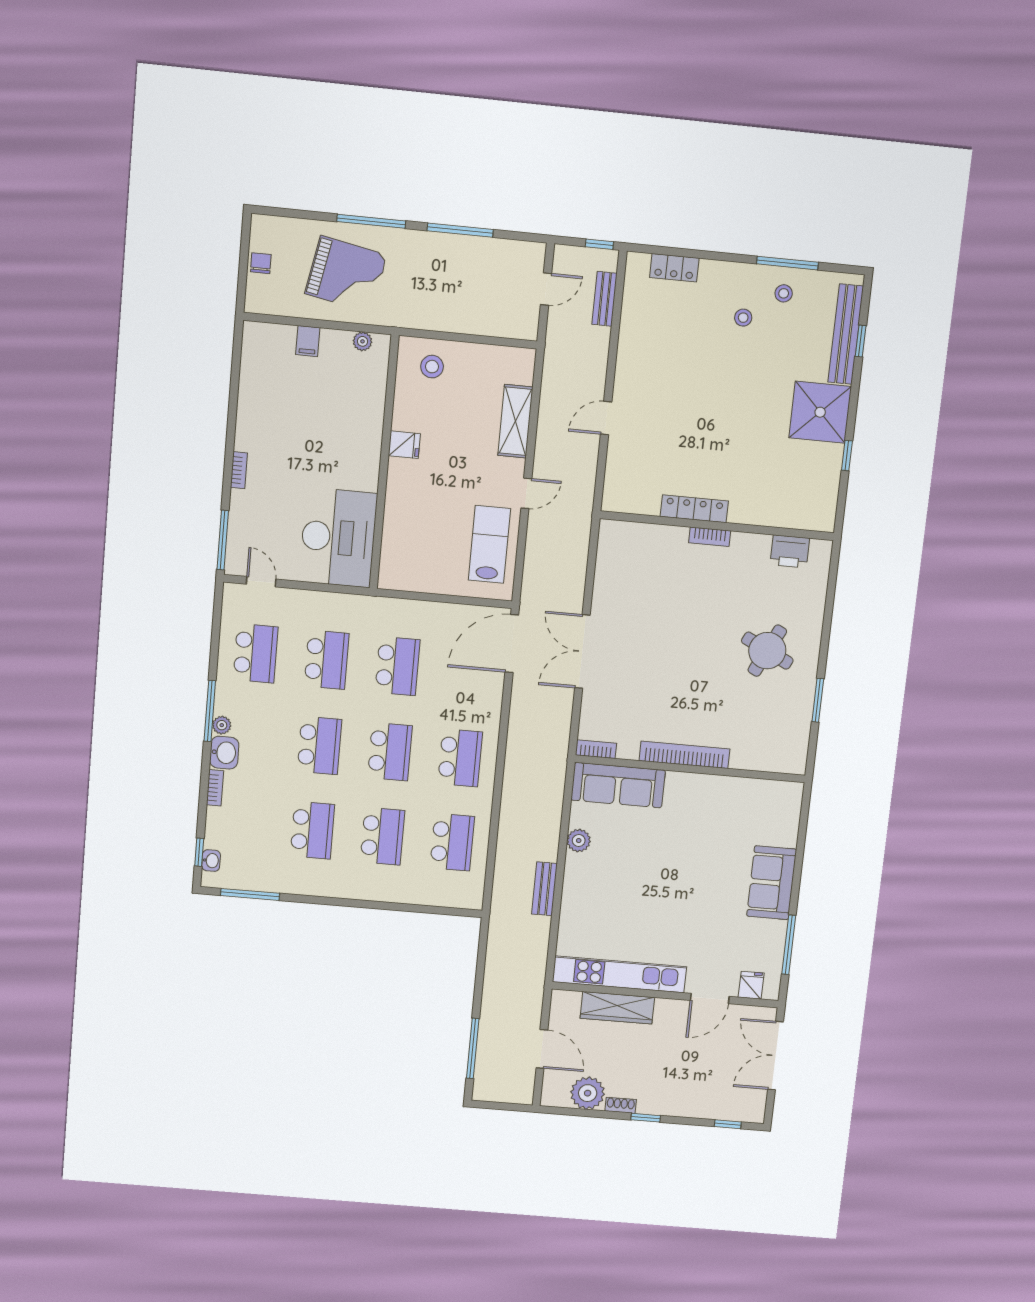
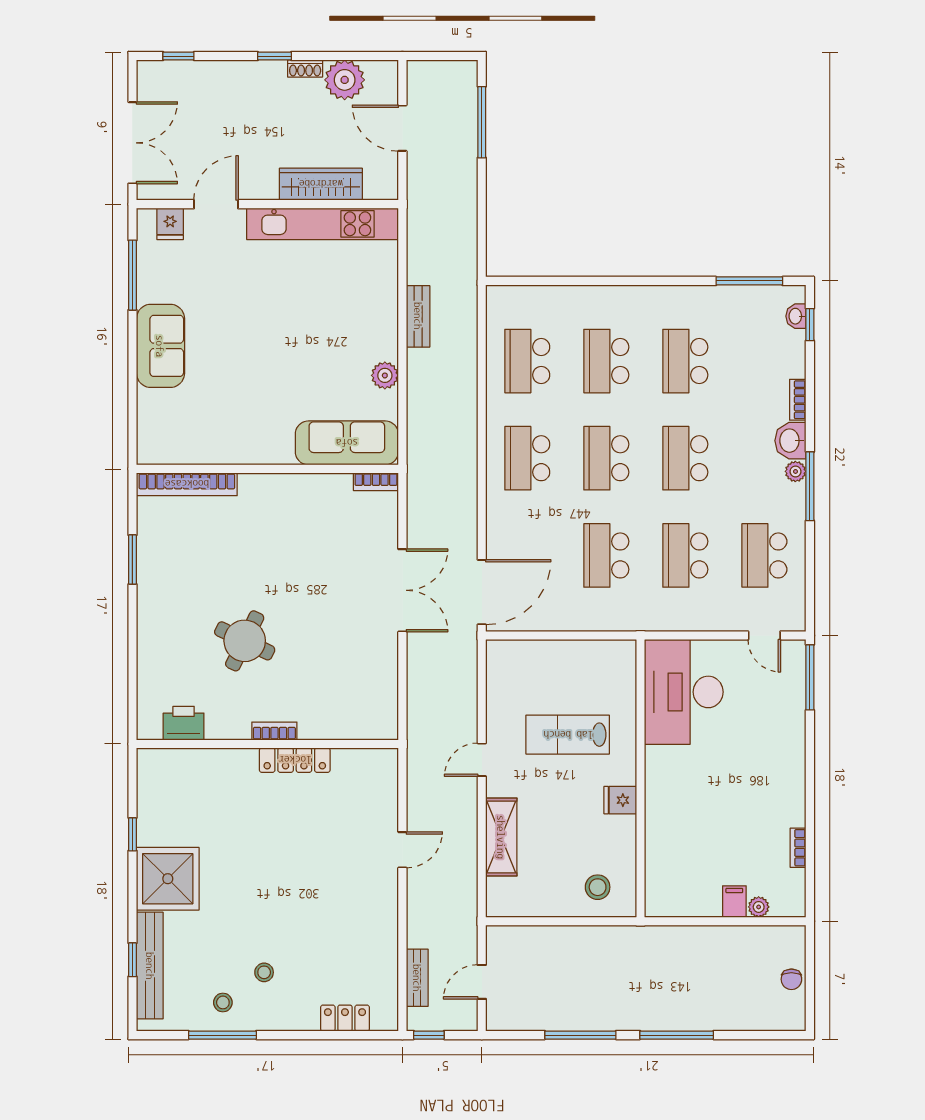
grand piano: (346, 274) -> (699, 976), removed
plant: (362, 341) -> (759, 907), moved
bookcase: (239, 470) -> (798, 848), moved
lab bench: (489, 544) -> (568, 735), moved, turned 90
round table: (767, 651) -> (245, 641), moved
bookcase: (685, 755) -> (187, 484), moved

